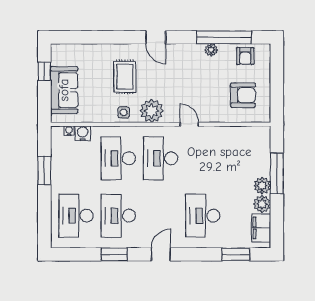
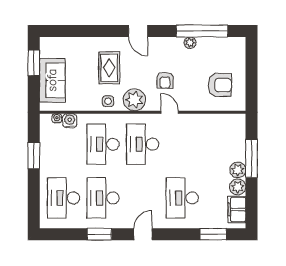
armchair: (245, 56) -> (165, 80), moved
window: (44, 71) -> (34, 63), width x1.50

